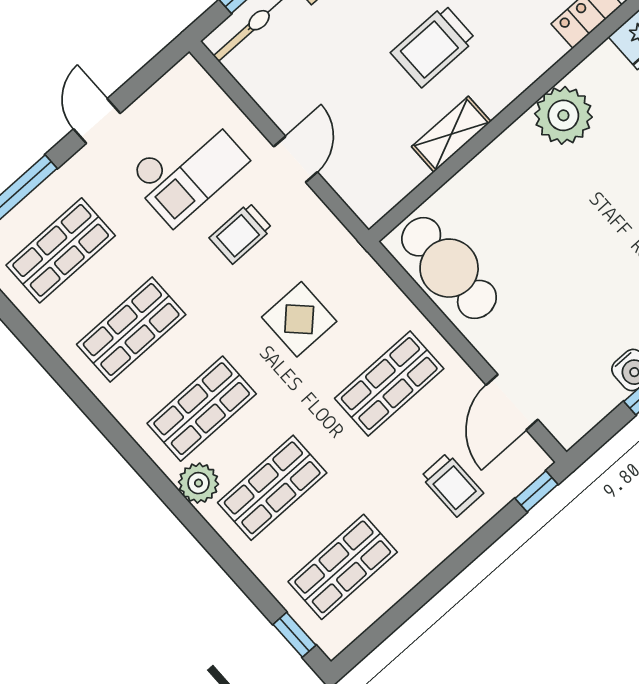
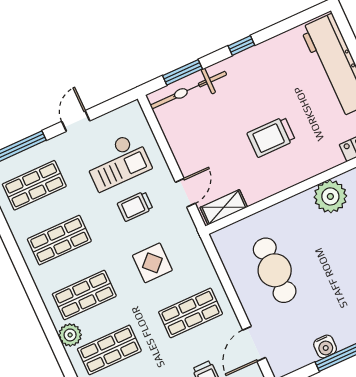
shelving: (451, 134) -> (224, 207), moved
door: (296, 159) -> (185, 193), moved
cafe table: (449, 268) -> (275, 270), moved

